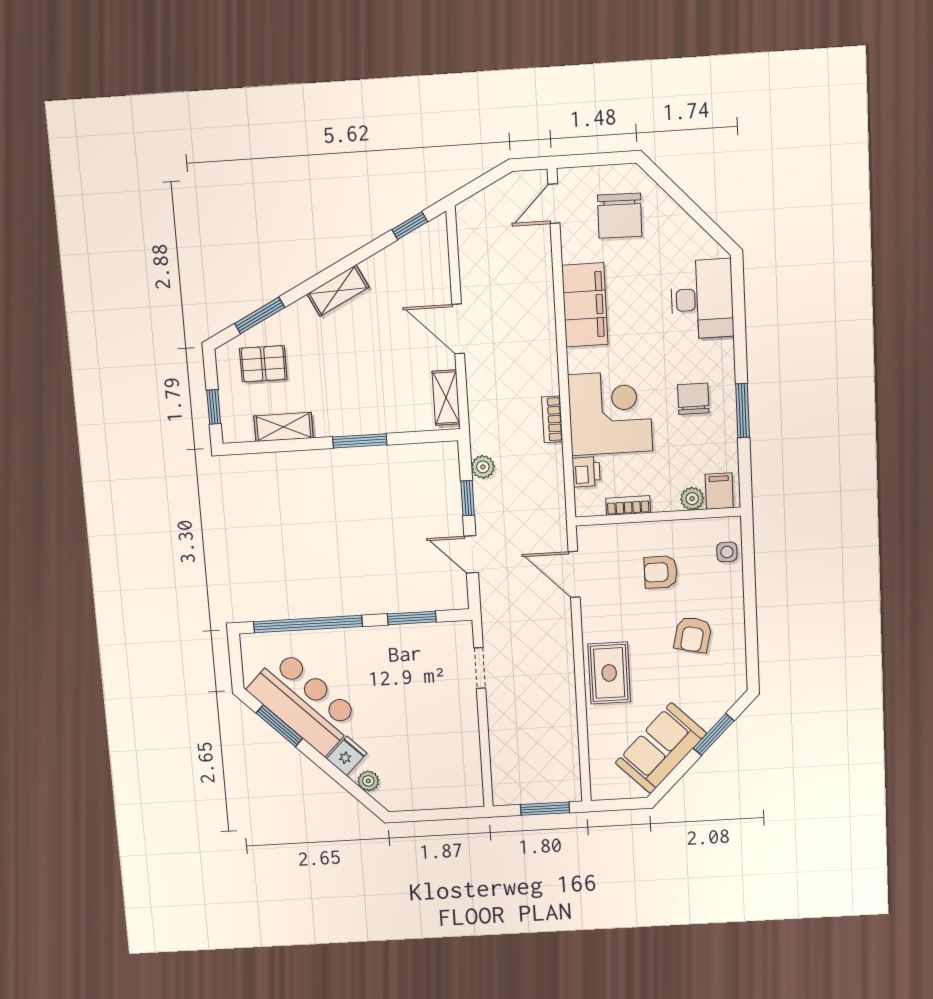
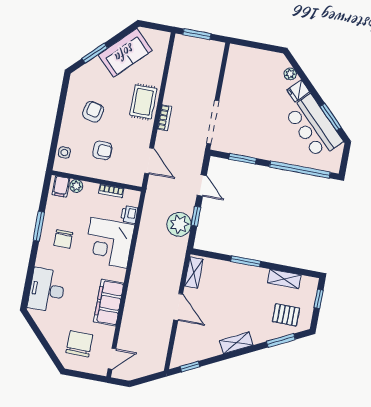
bookcase: (552, 419) -> (165, 118), moved
plant: (483, 467) -> (179, 224), width x1.88, depth x1.88
doorway: (480, 668) -> (213, 122), width x1.88

